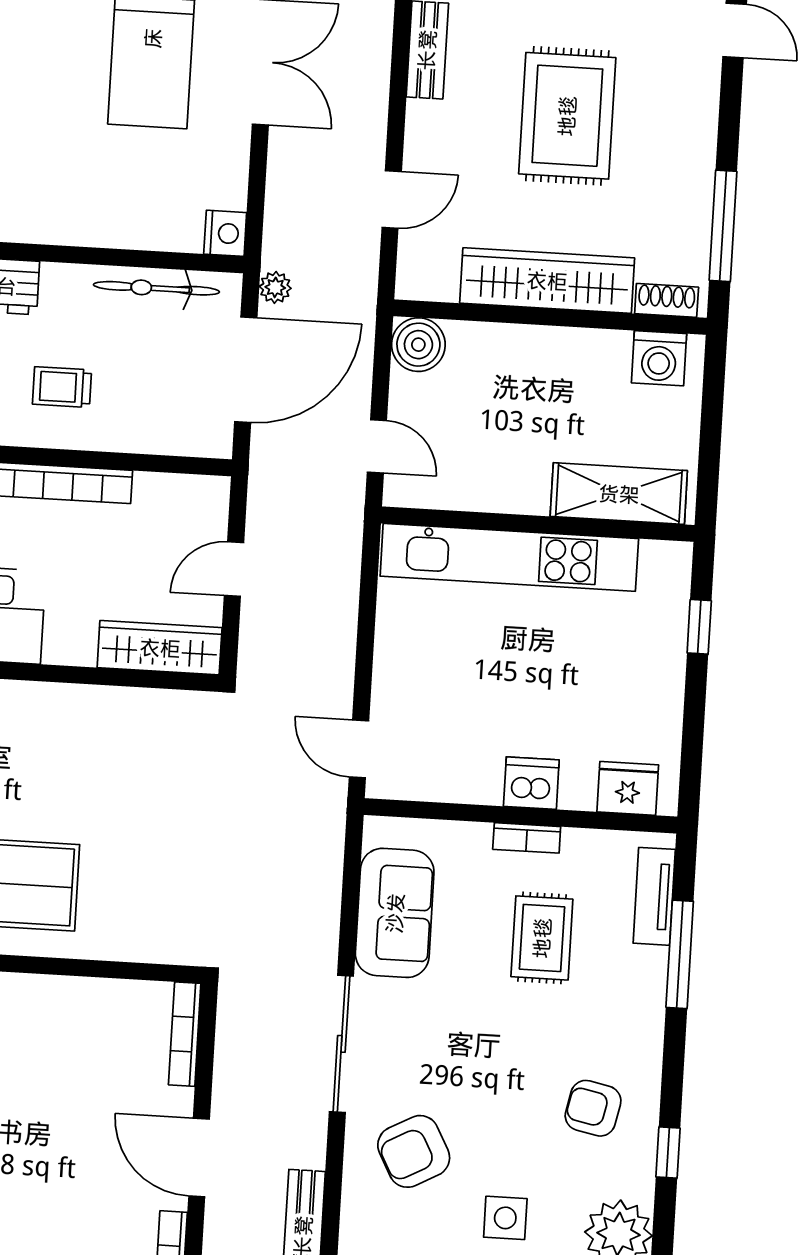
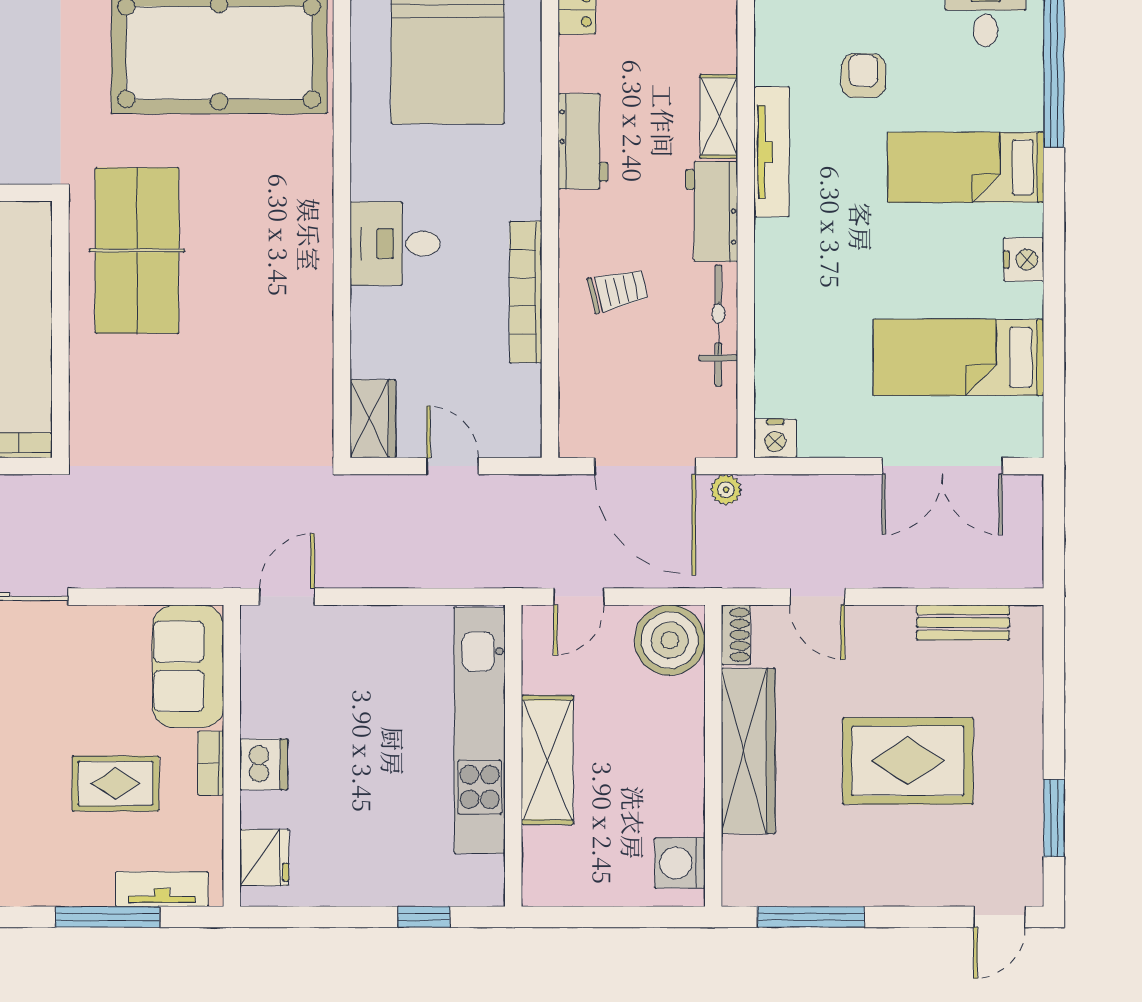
bicycle: (156, 288) -> (718, 326), moved
shoe rack: (667, 300) -> (736, 635), moved
boiler: (418, 345) -> (670, 640), width x1.37, depth x1.37
trolley: (62, 387) -> (618, 290), turned 77
shelving: (619, 494) -> (547, 760), moved
wardrobe: (160, 648) -> (373, 419), width x0.67
sofa: (395, 913) -> (188, 666), moved, turned 90

